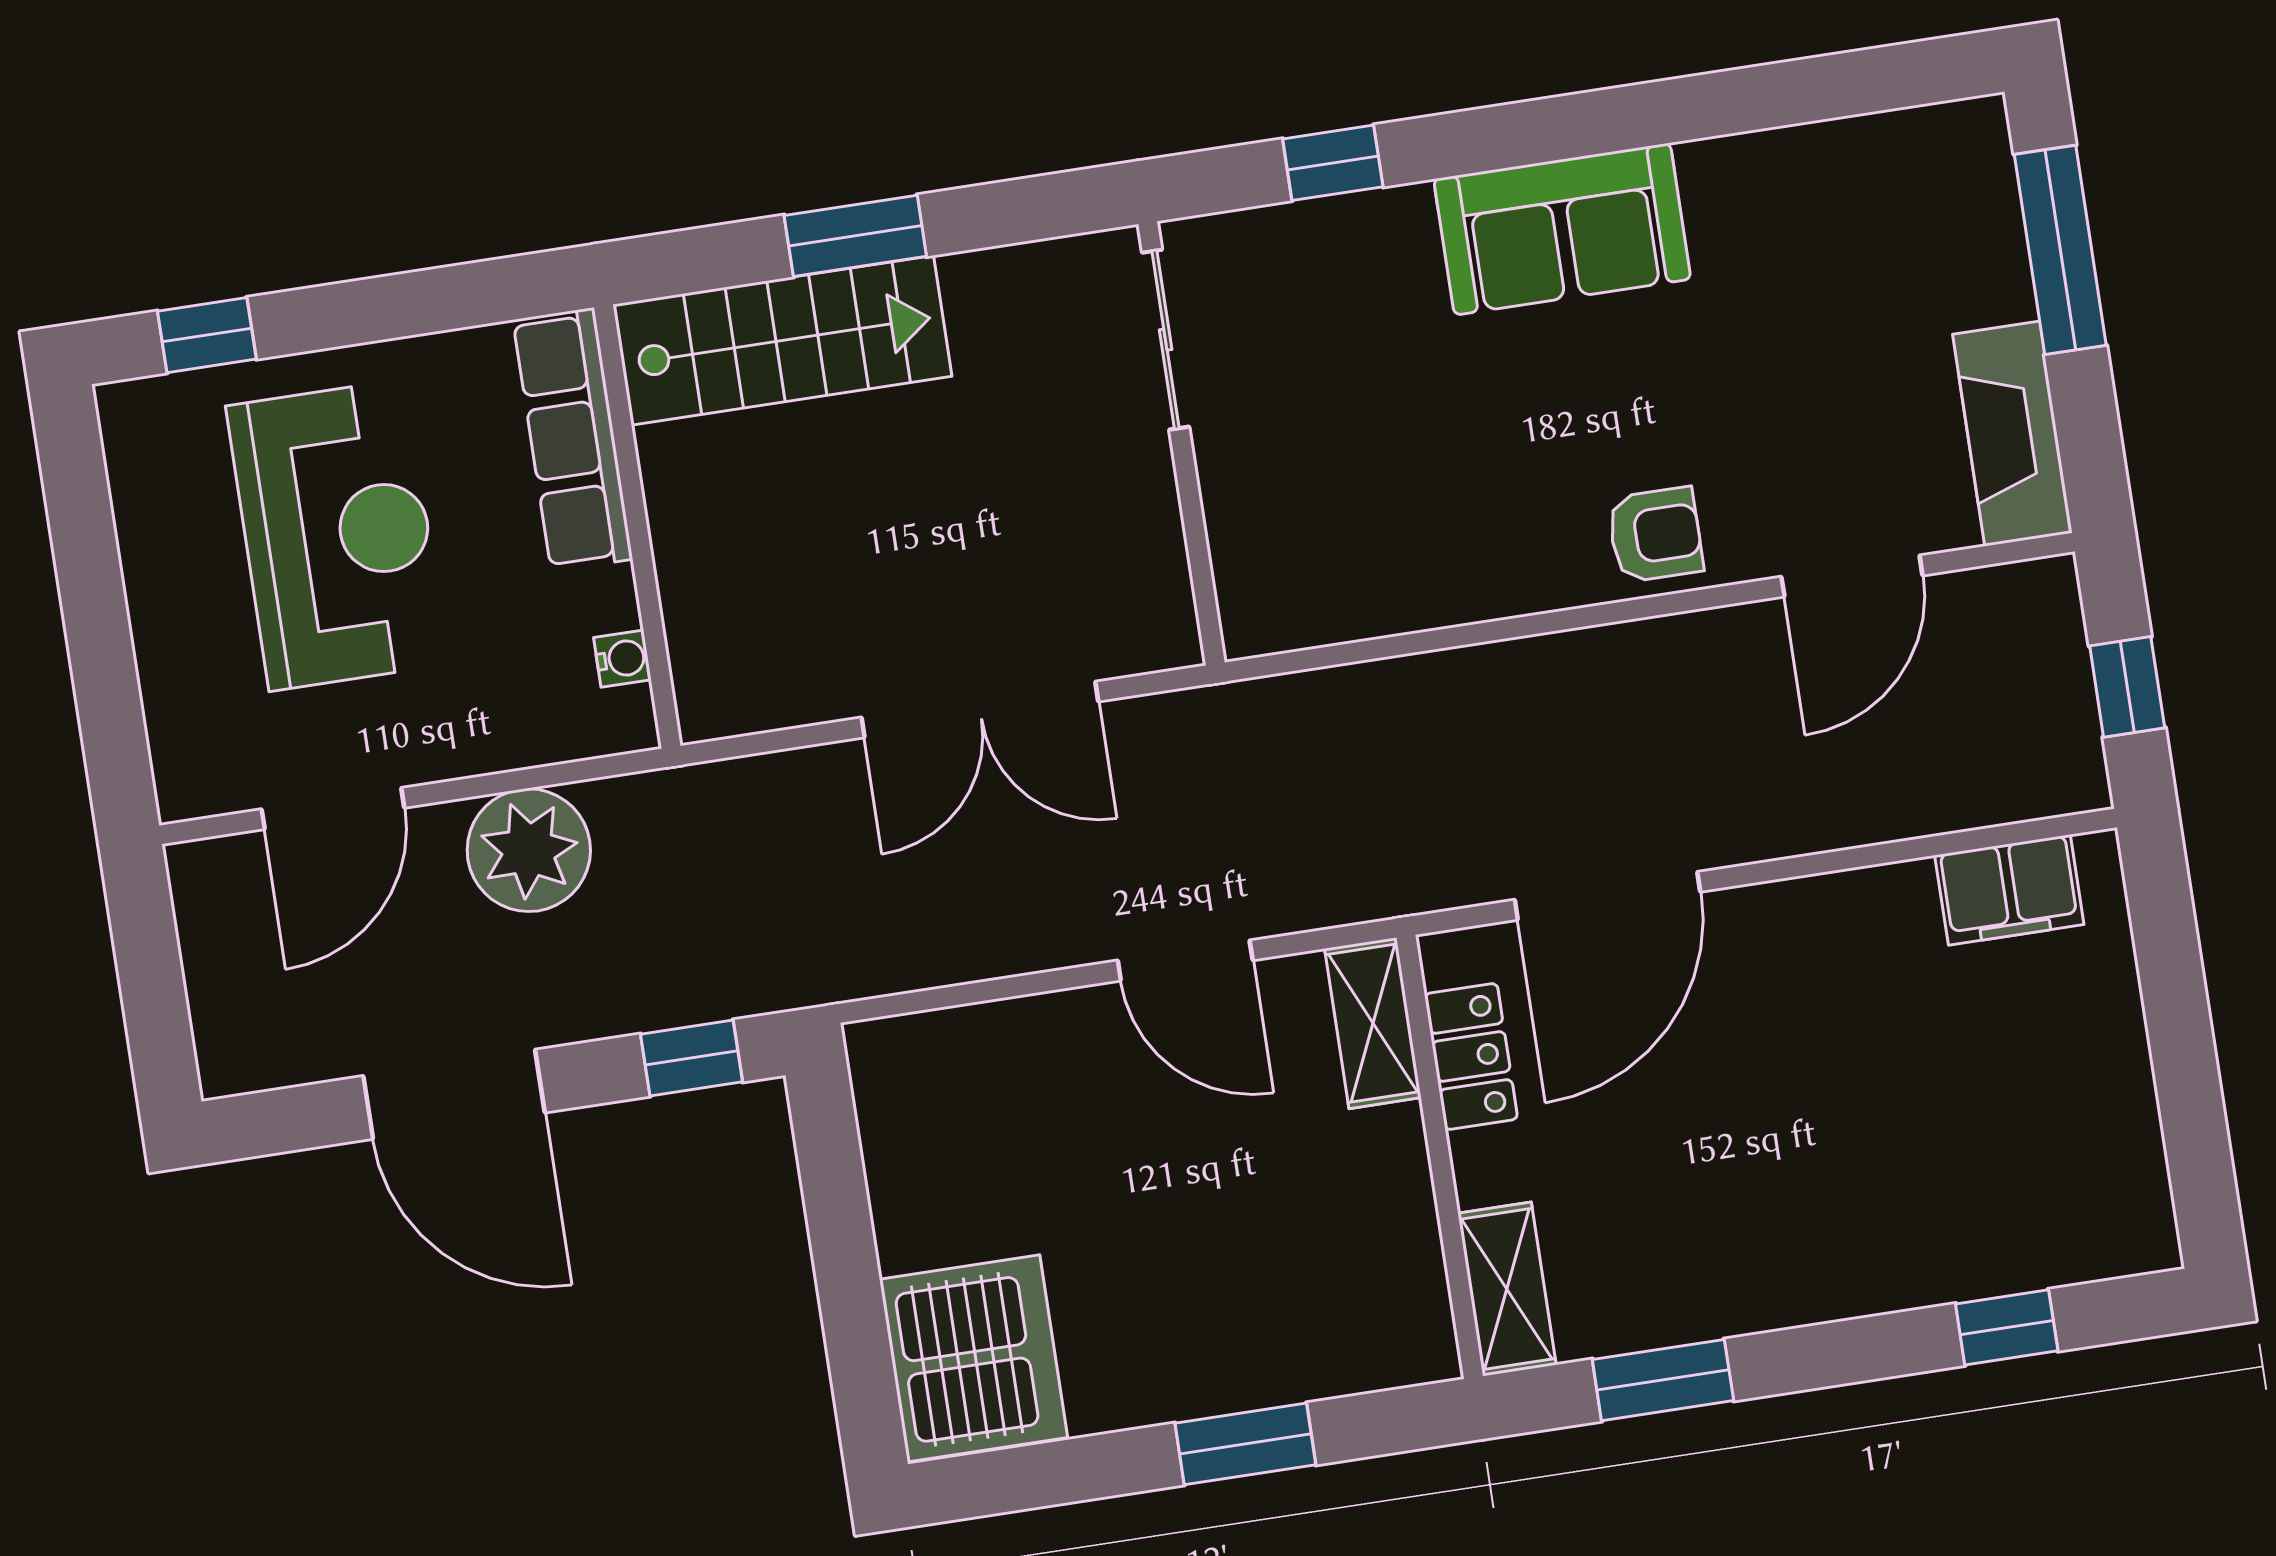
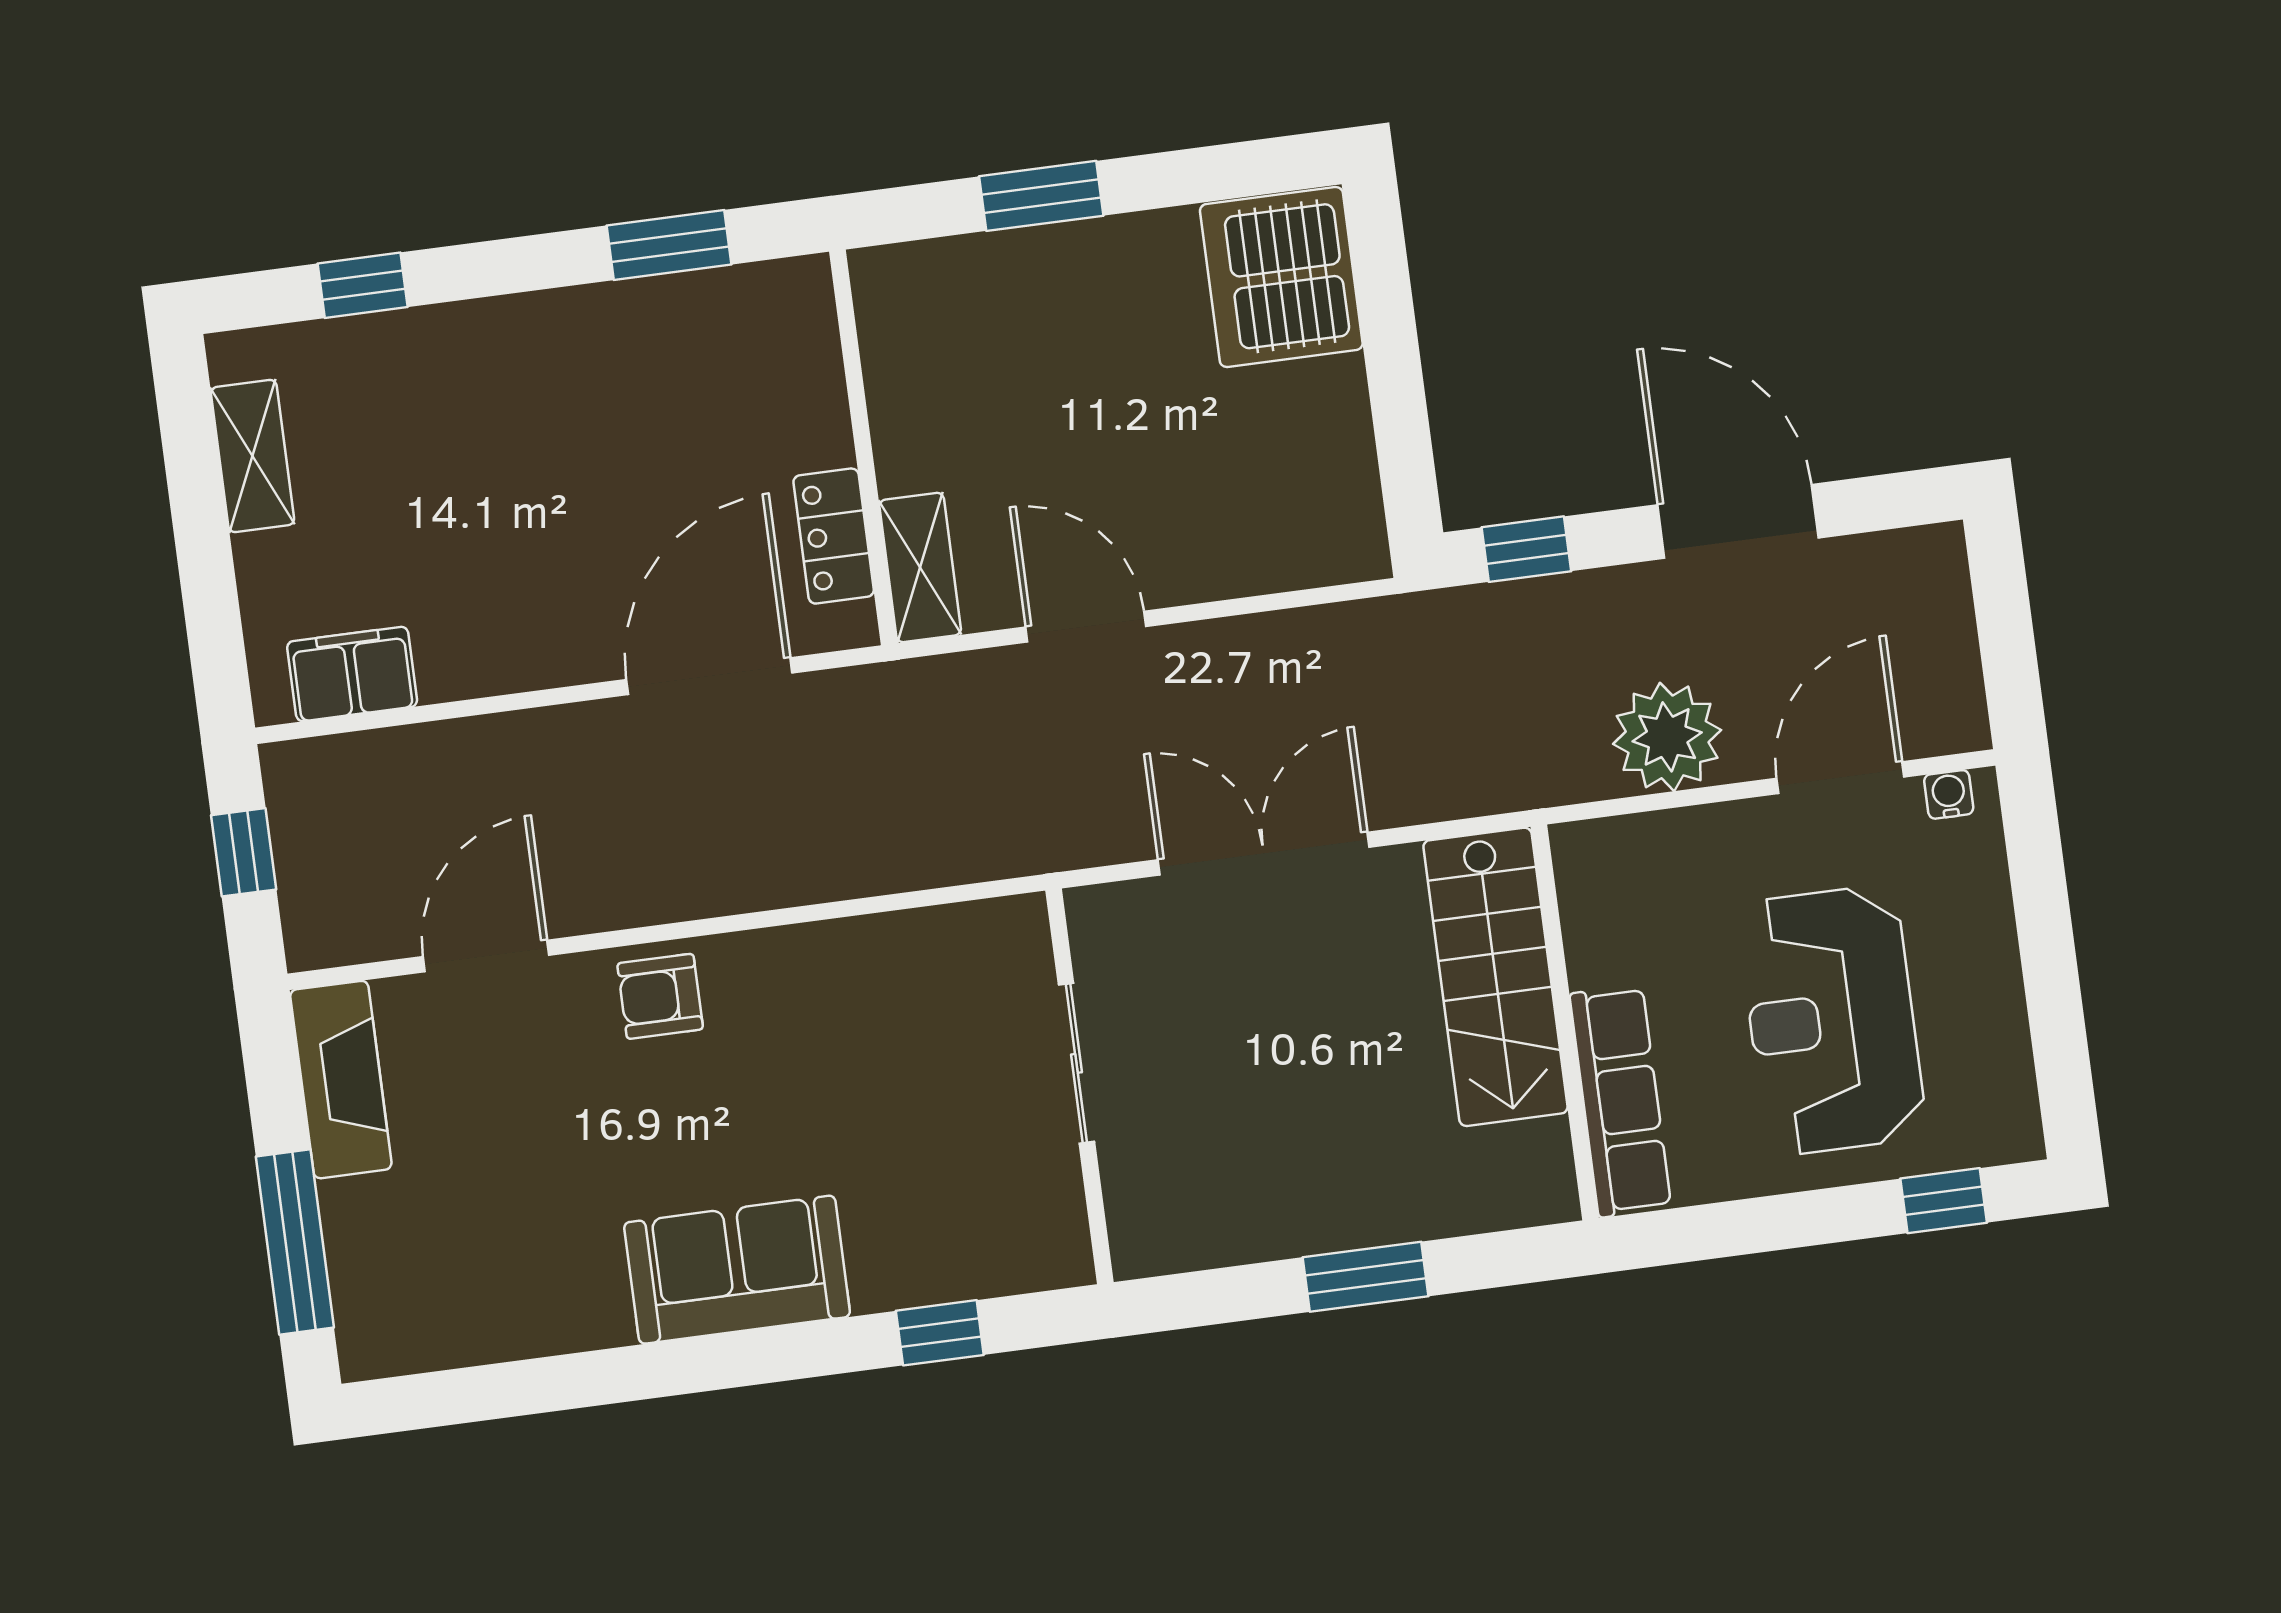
stairs: (782, 340) -> (1495, 977), moved, turned -90
sliding door: (1166, 340) -> (1076, 1063), moved
water cooler: (622, 659) -> (1949, 794), moved, turned 90
shelving: (1507, 1289) -> (253, 456), moved

